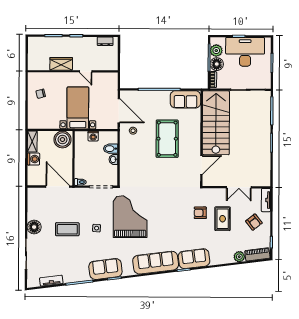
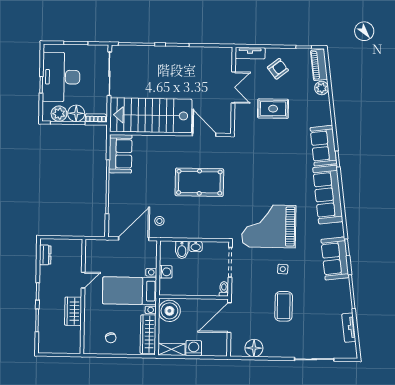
wardrobe: (44, 123) -> (148, 334), added
pool table: (167, 139) -> (199, 182), moved
armchair: (200, 213) -> (265, 137), removed
floor lamp: (34, 227) -> (254, 348), moved

